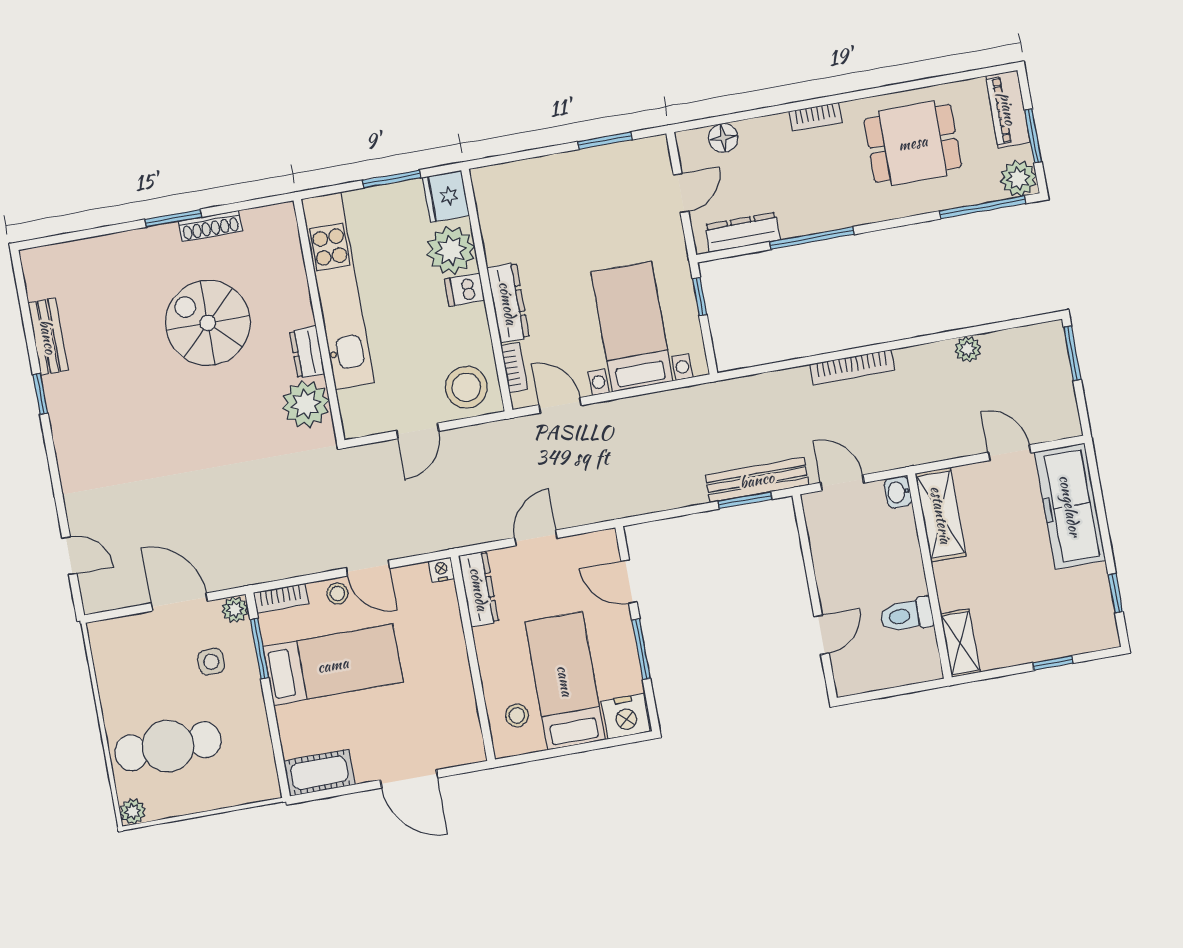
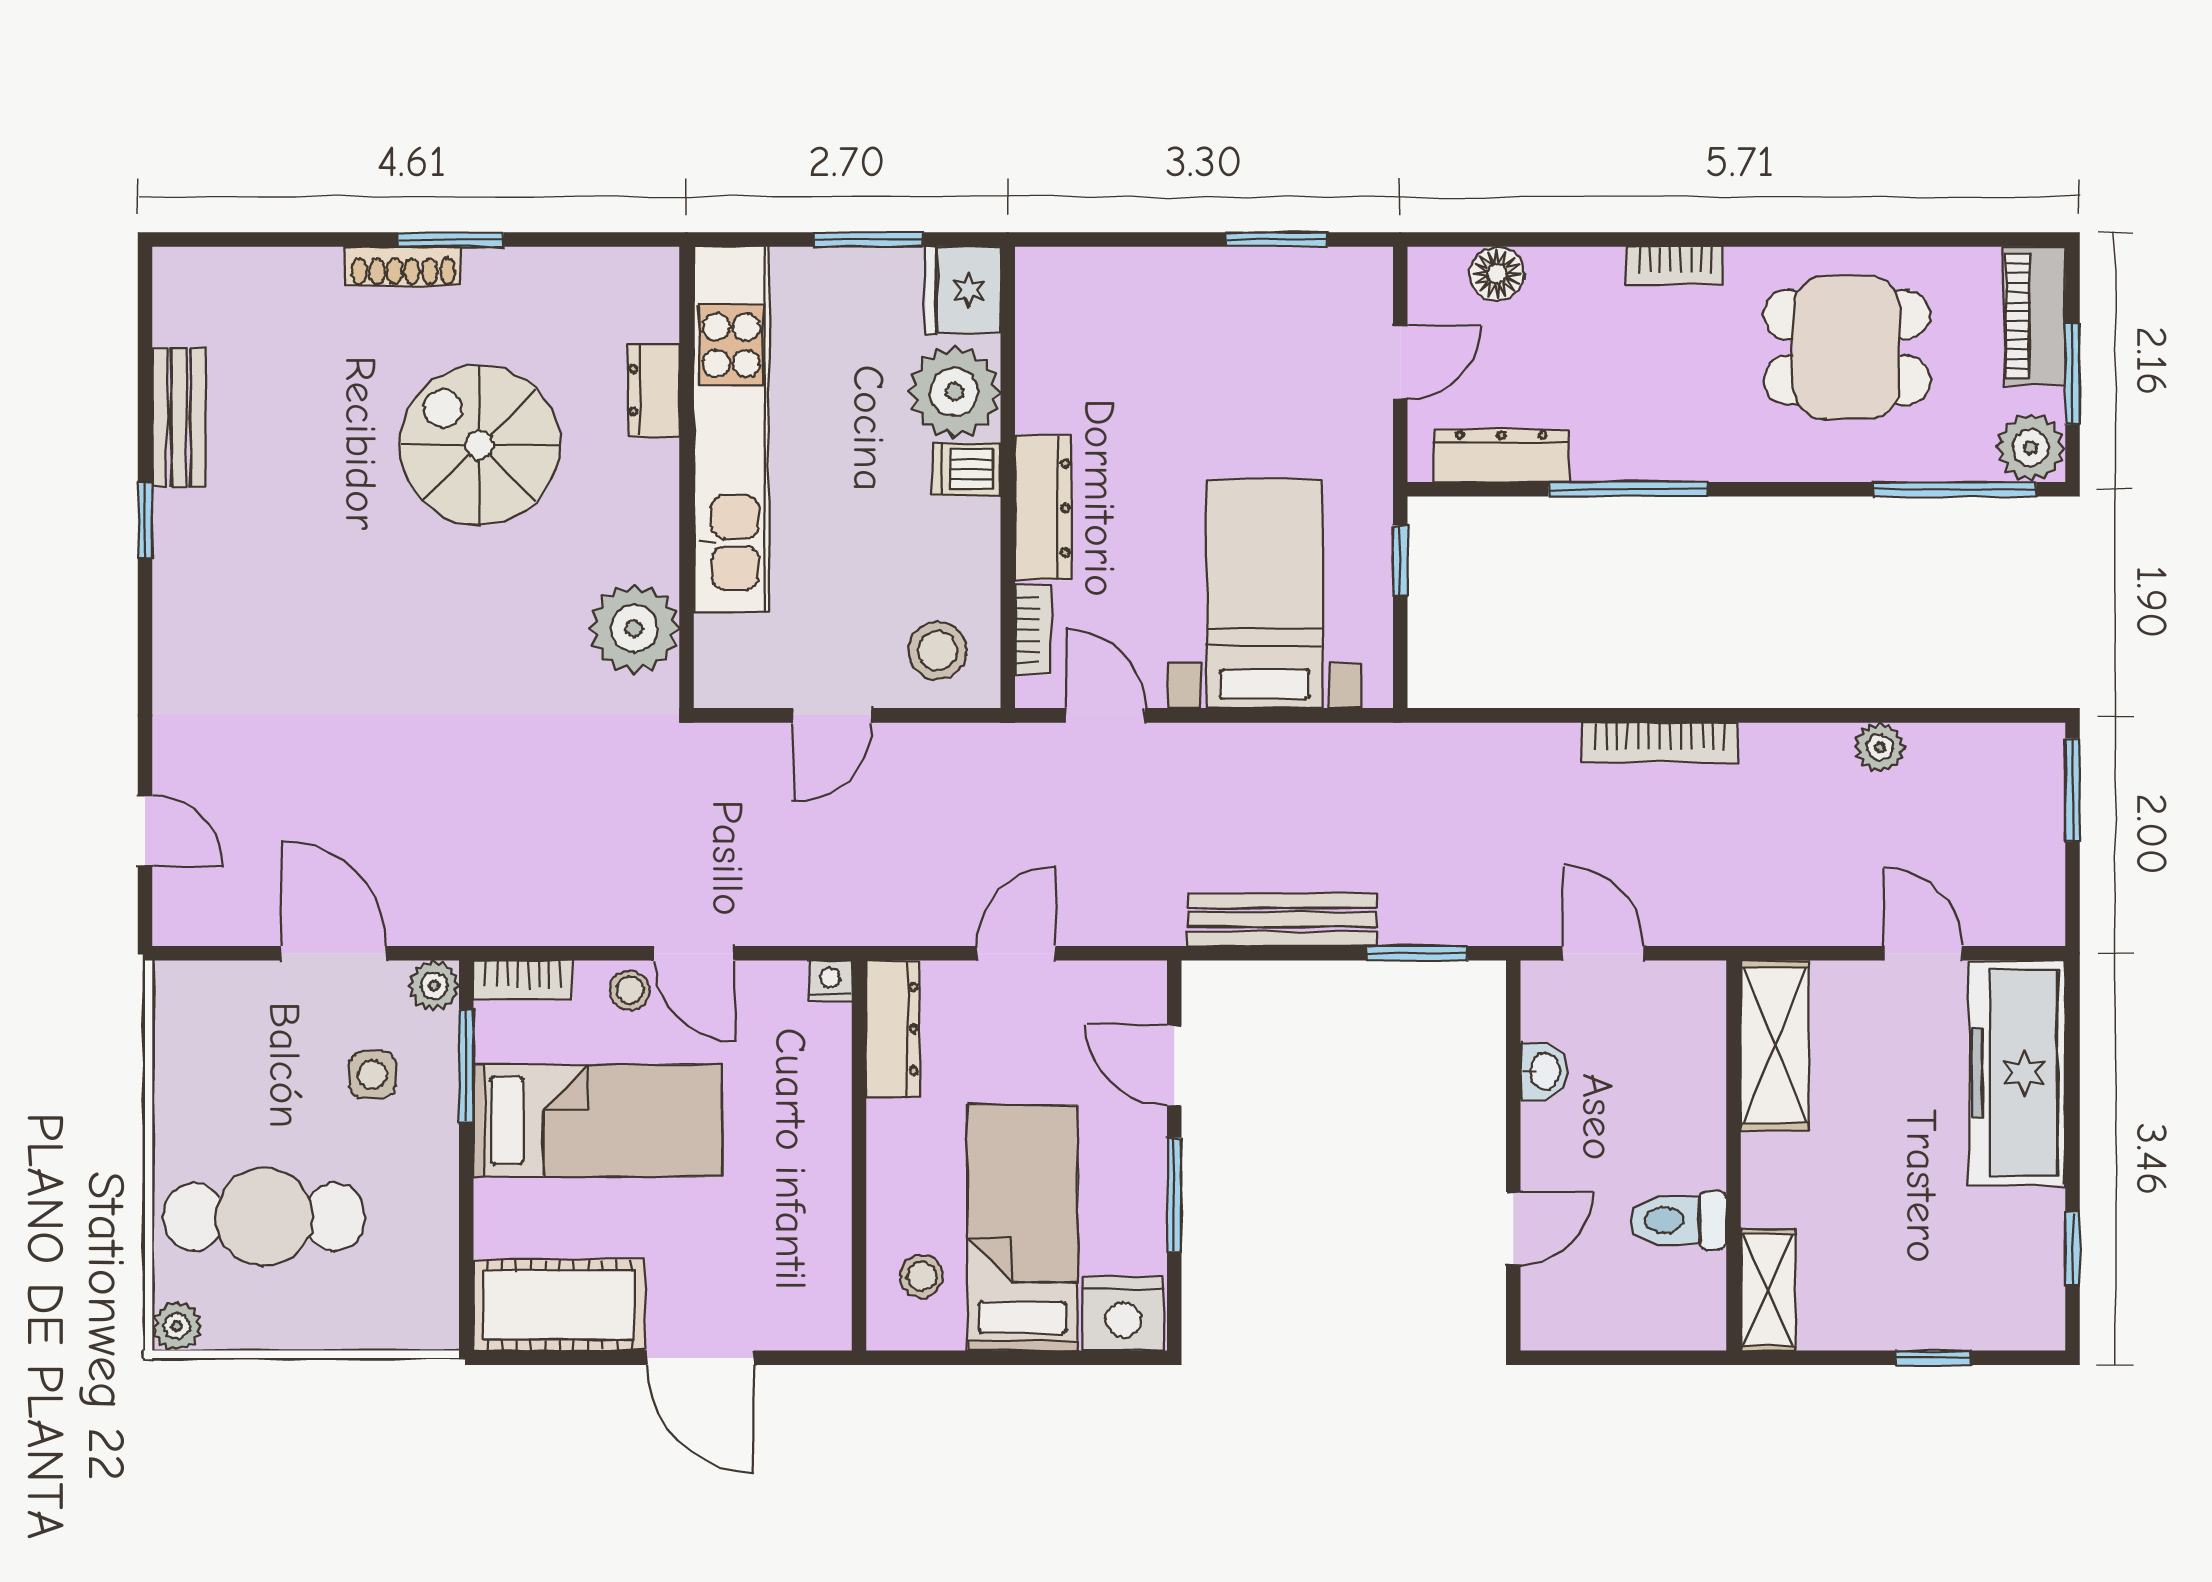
shoe rack: (210, 226) -> (403, 266), moved
dresser: (307, 352) -> (654, 390), moved
stool: (466, 387) -> (937, 651), width x0.73, depth x0.73
bench: (757, 480) -> (1282, 920), moved
washbasin: (898, 492) -> (1544, 1071), moved, turned 180
cot: (319, 773) -> (559, 1305), width x1.37, depth x1.34

